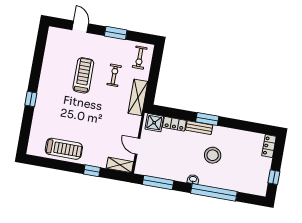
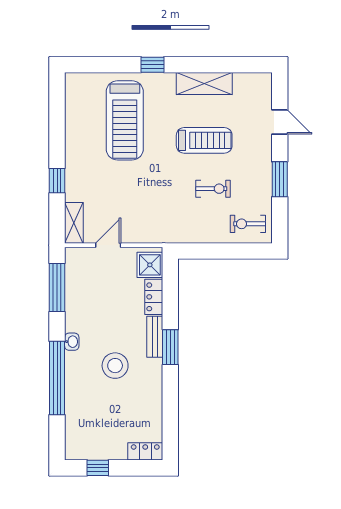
door: (80, 27) -> (280, 122), hinge flipped
shelving: (138, 97) -> (204, 84), moved
treadmill: (64, 149) -> (125, 120), moved, width x1.37, depth x1.38

